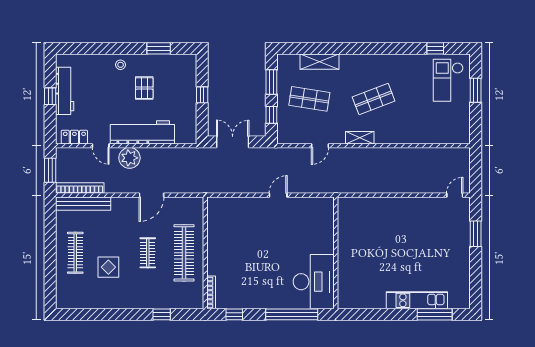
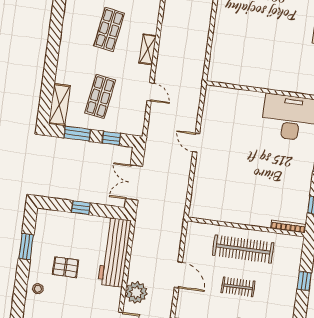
shelving: (319, 62) -> (59, 105), moved
shop shelf: (374, 99) -> (109, 29), turned 30
workbench: (142, 132) -> (115, 252), moved

